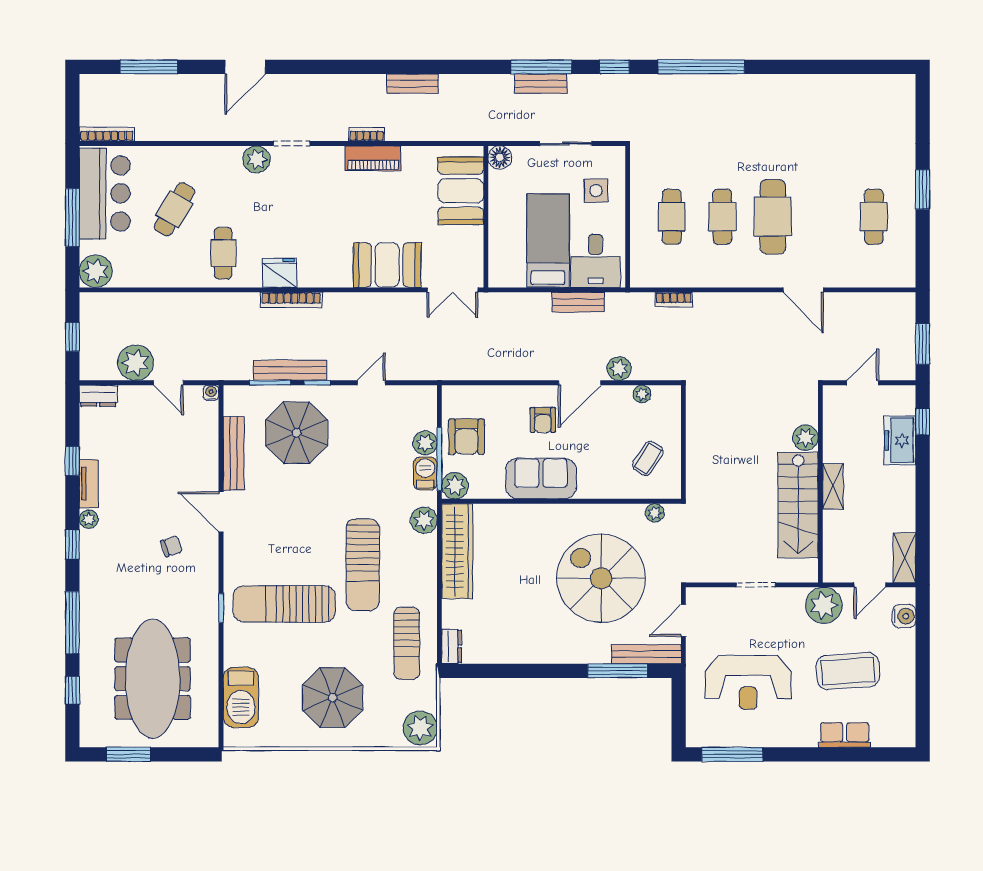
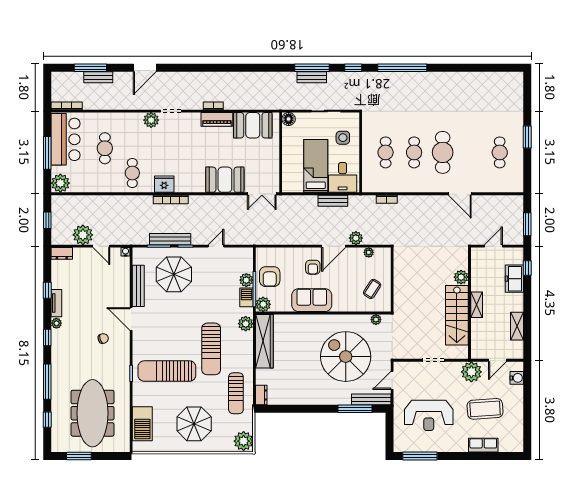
bench: (412, 84) -> (98, 77), moved
booth: (461, 191) -> (253, 125), moved, turned 90
cafe table: (174, 209) -> (105, 148), turned -30
shelving: (904, 558) -> (517, 326), moved

